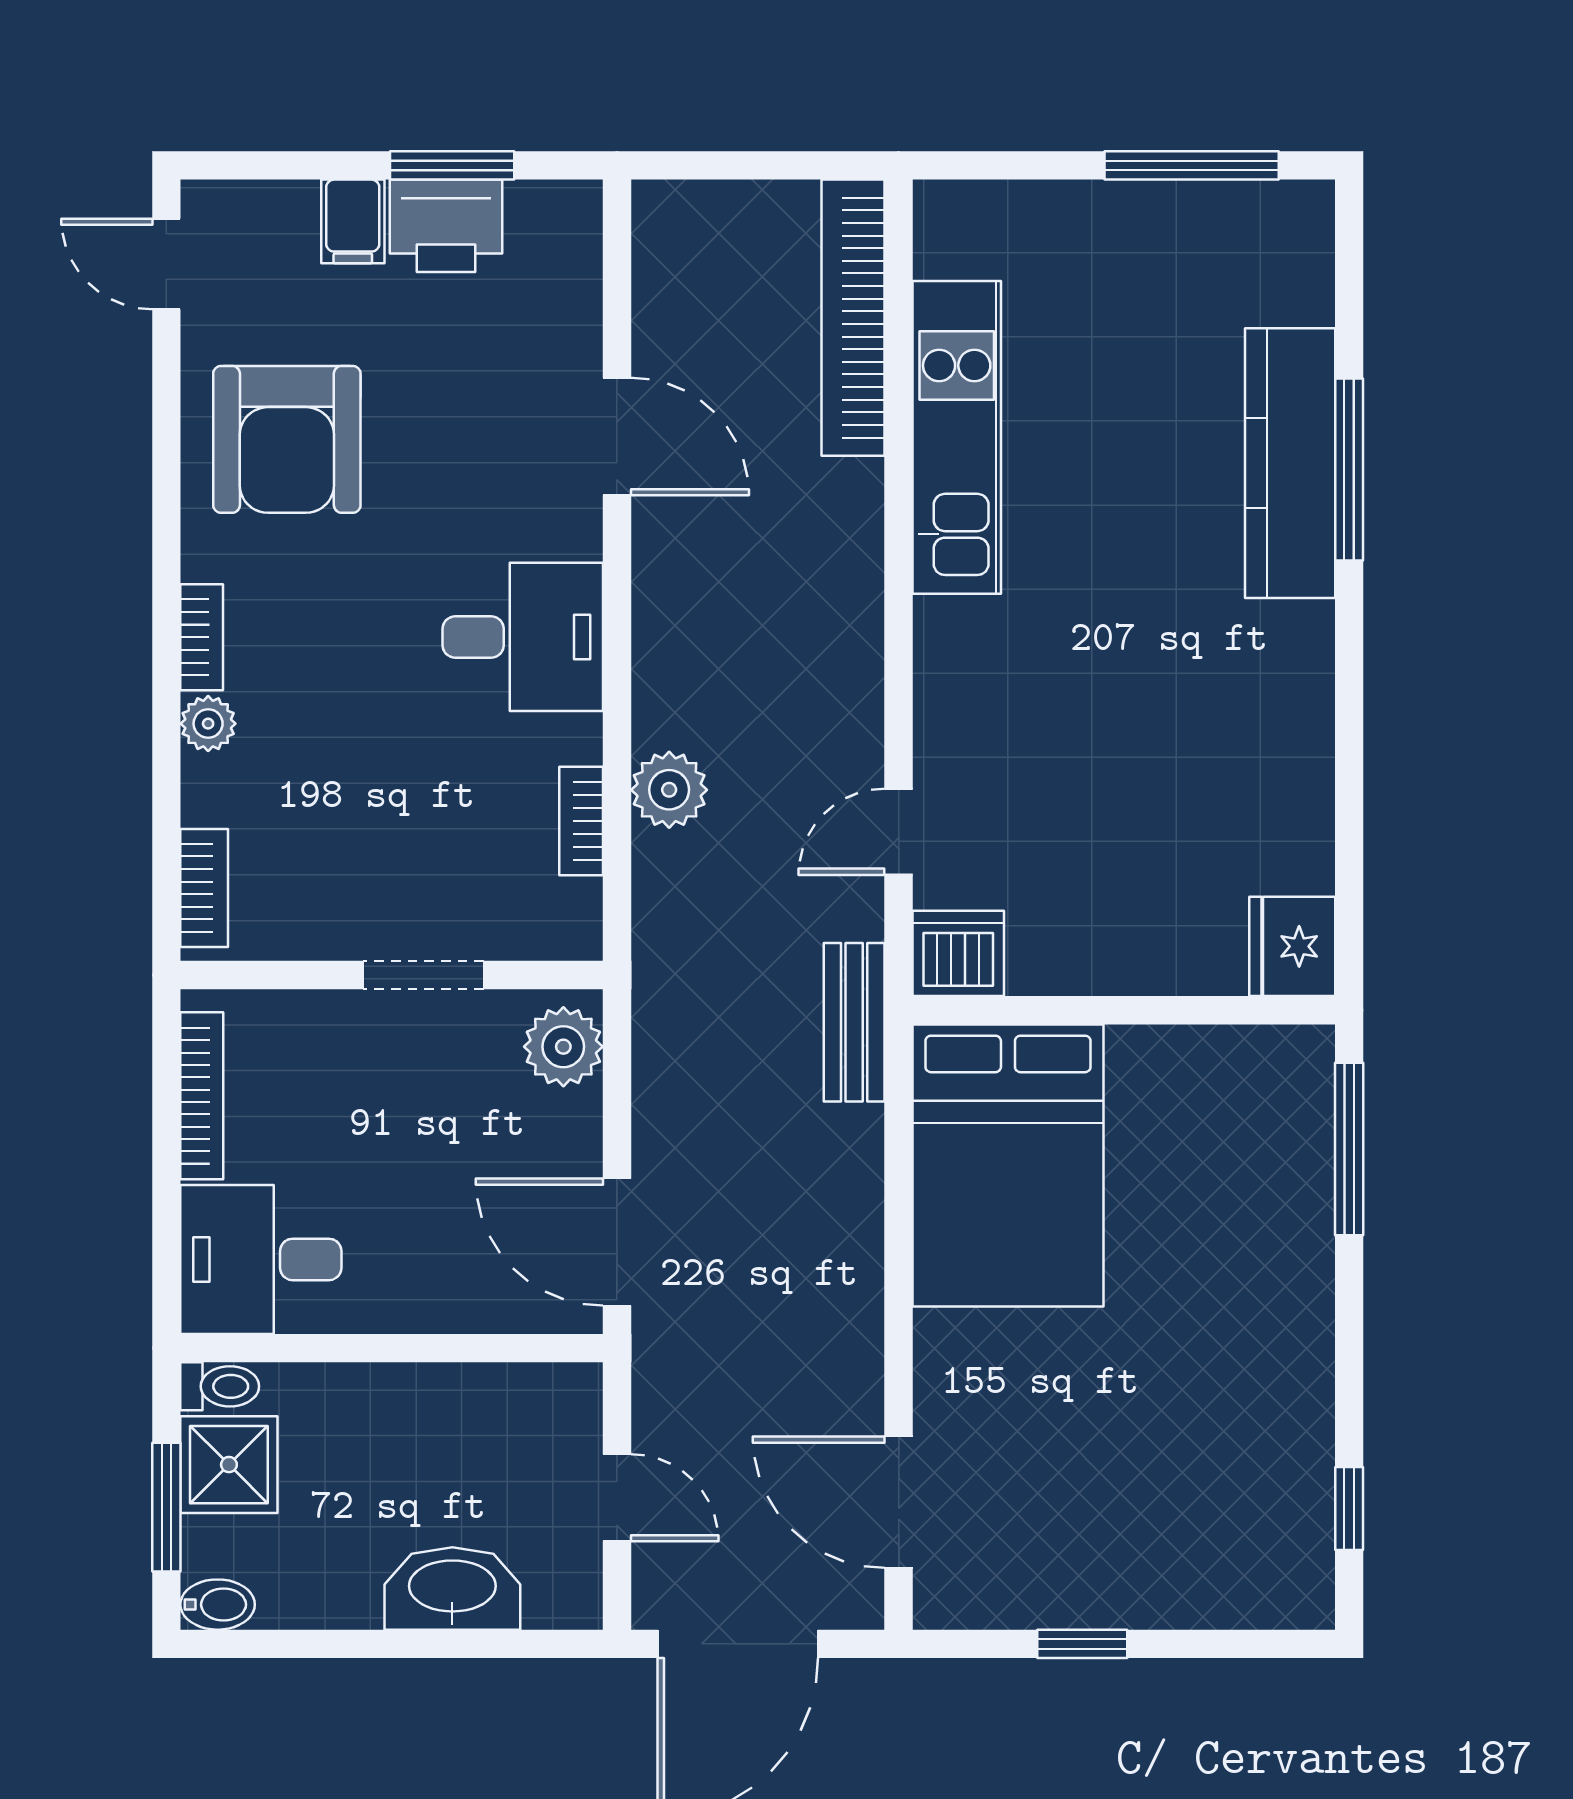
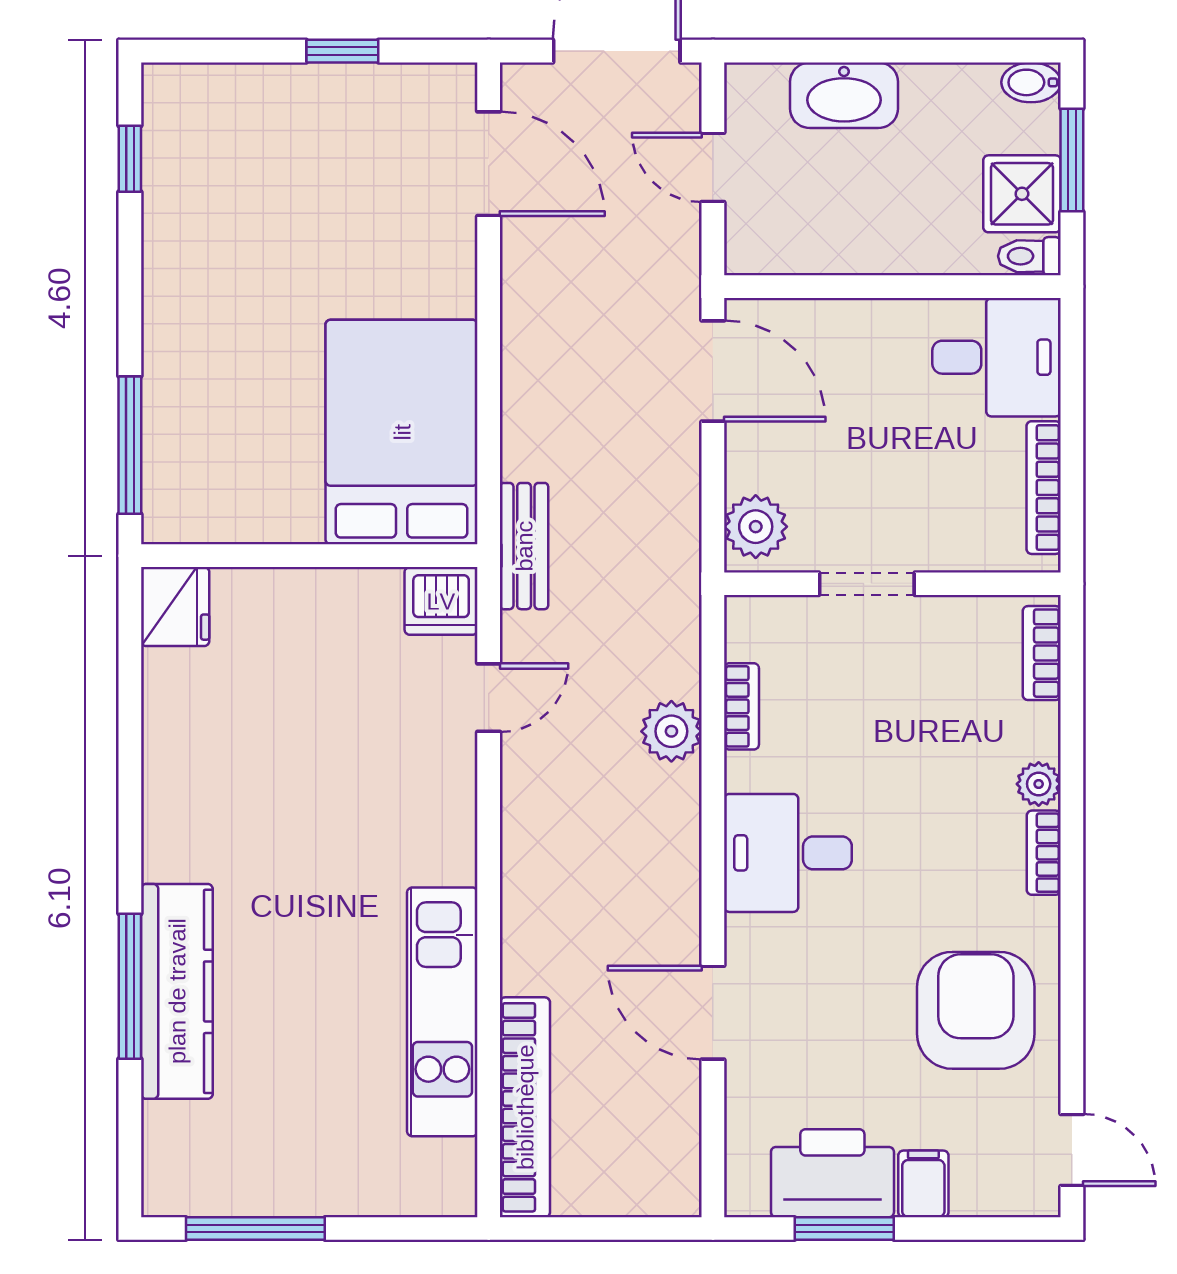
printer: (446, 226) -> (832, 1173), width x1.37, depth x1.19

